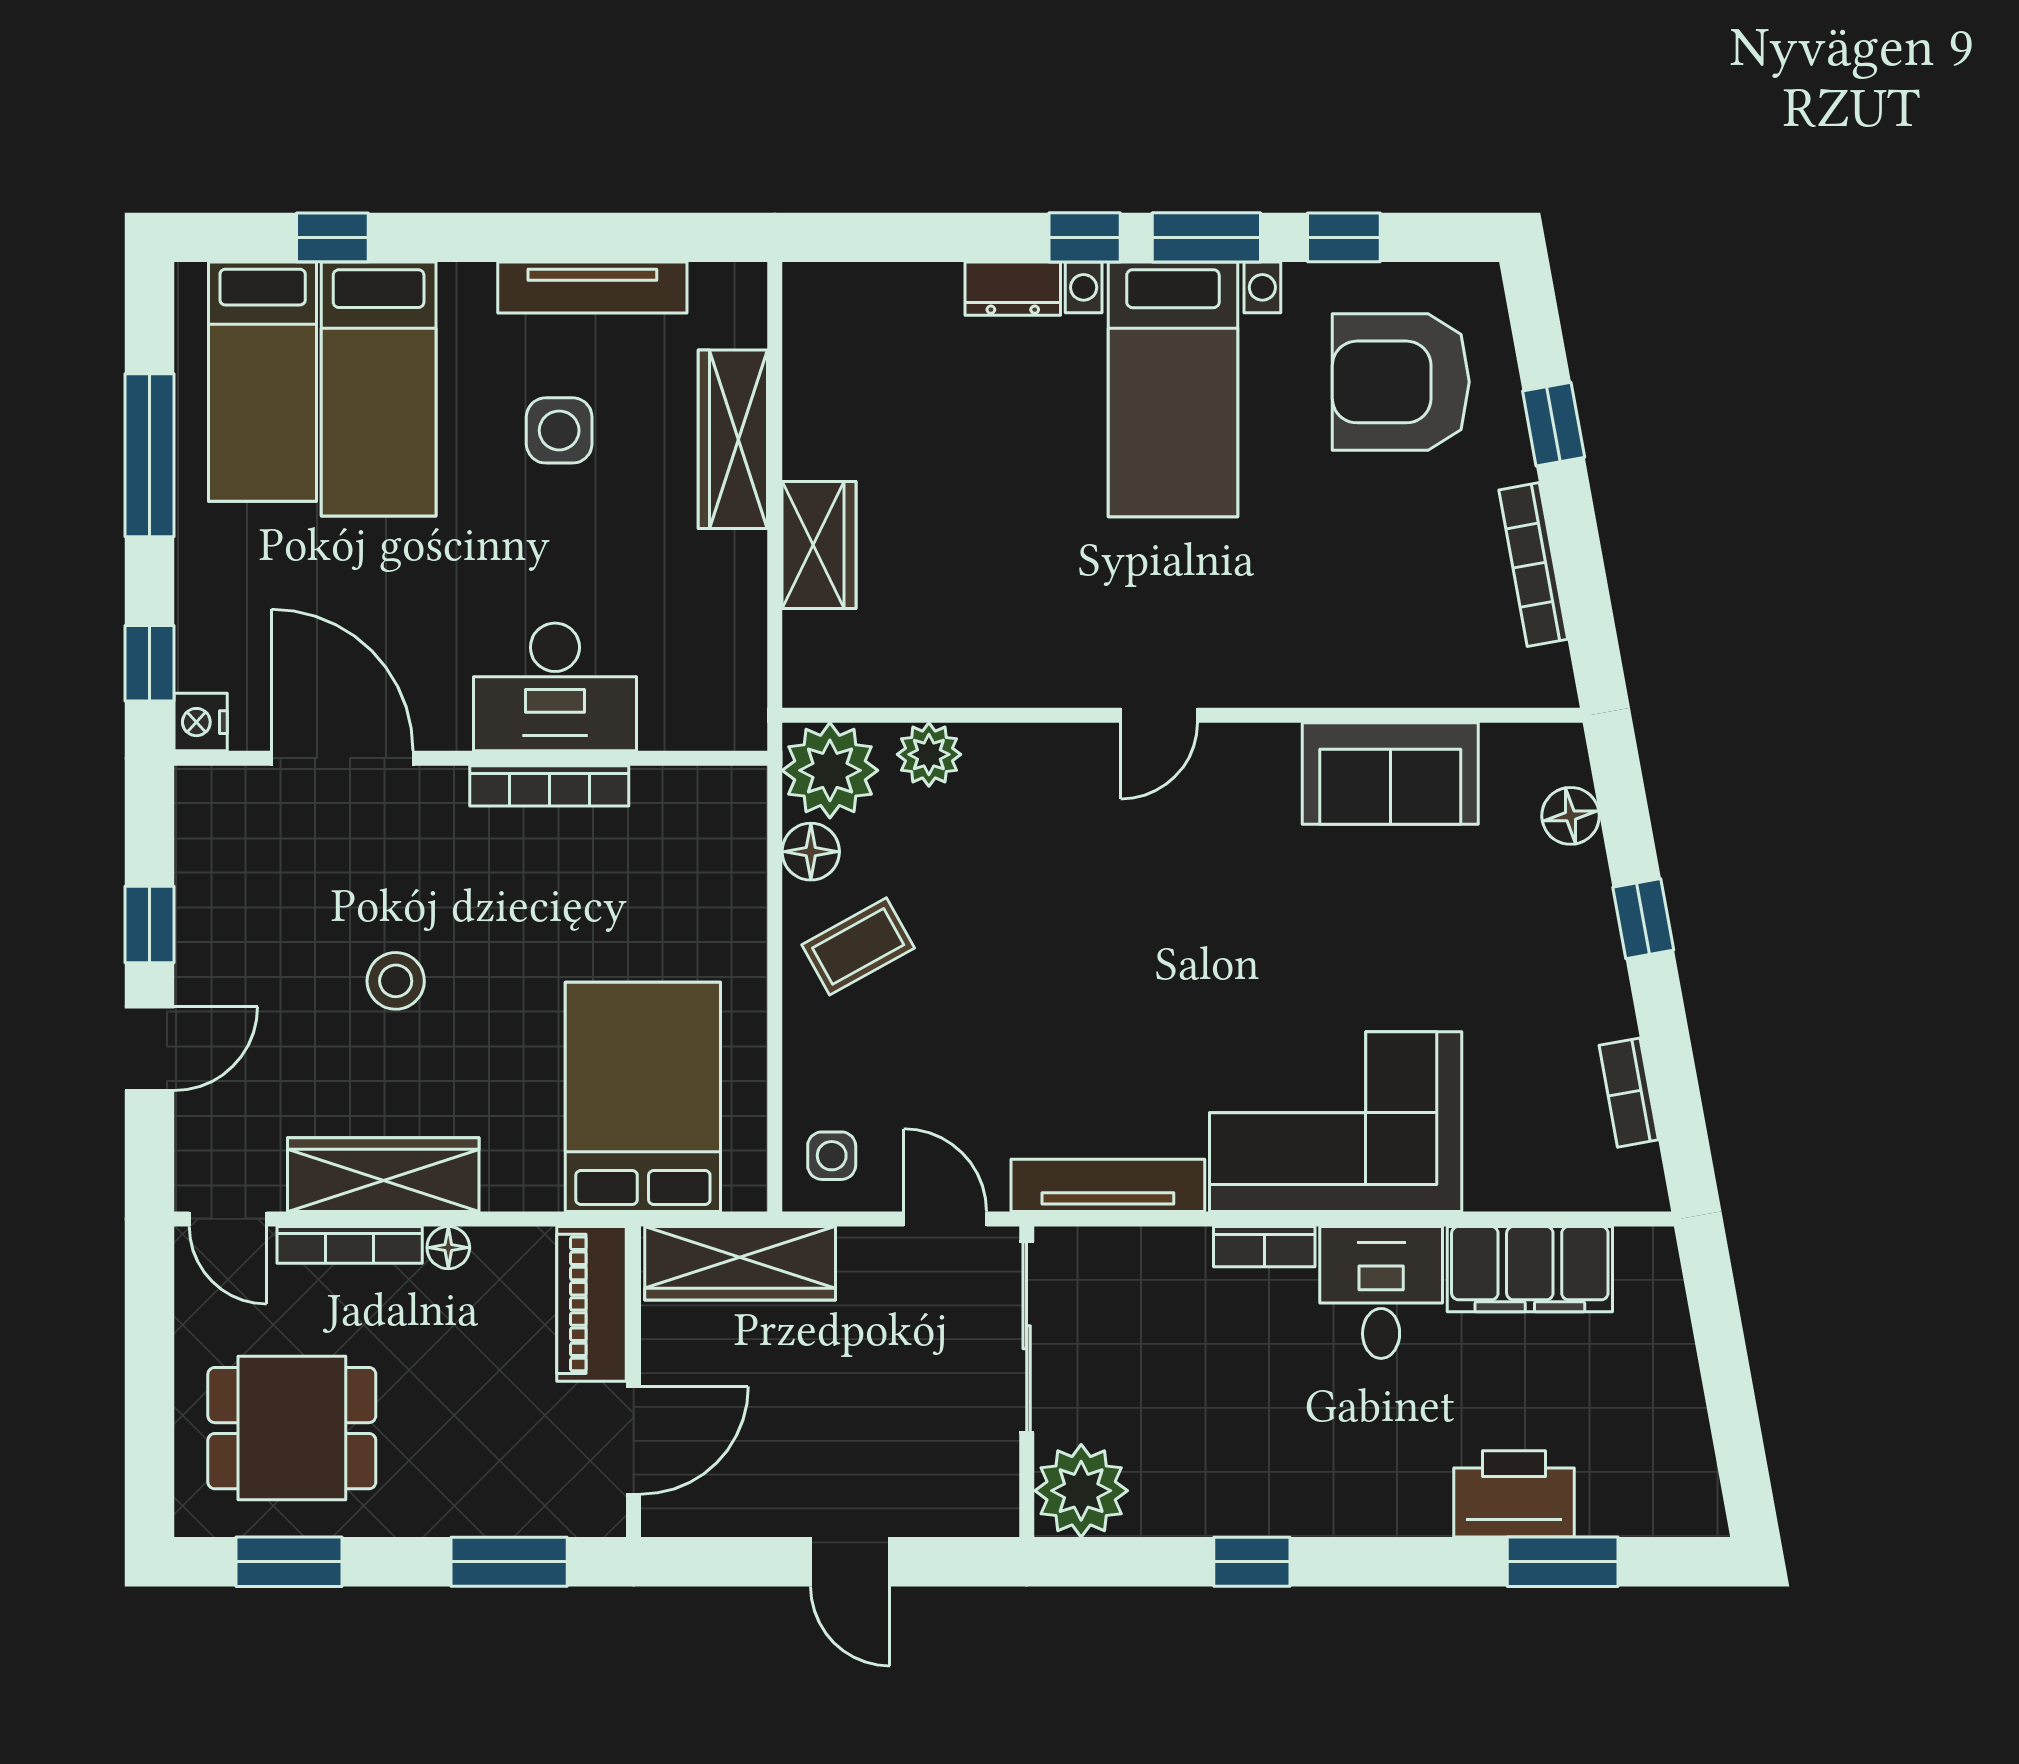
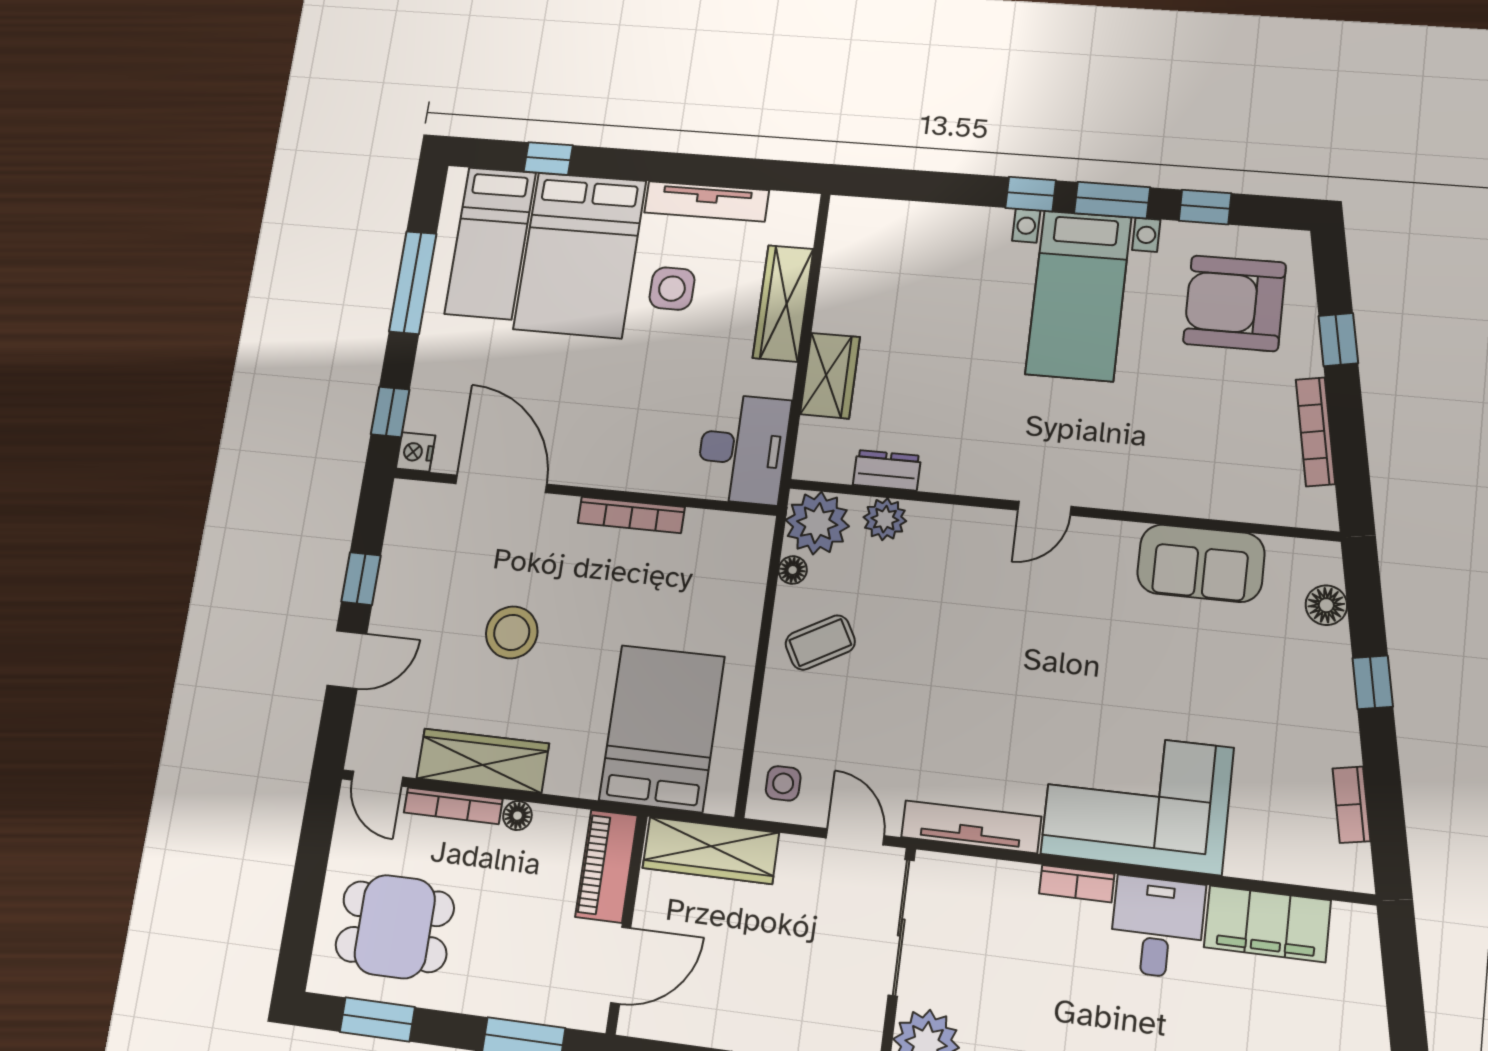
dresser: (1013, 289) -> (887, 470), moved, turned 180
bed: (379, 389) -> (580, 255), width x1.50
desk: (555, 687) -> (743, 449), moved, turned -90
floor lamp: (811, 852) -> (793, 570), width x0.73, depth x0.73
stool: (396, 981) -> (512, 632), width x1.38, depth x1.38

